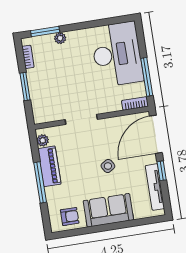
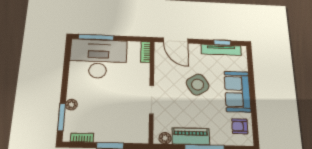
window: (147, 77) -> (96, 37), moved
door: (156, 134) -> (176, 41), width x0.73
side table: (108, 166) -> (198, 85), width x1.87, depth x1.87
window: (162, 171) -> (222, 43), moved
armchair: (70, 216) -> (240, 126), turned -90

